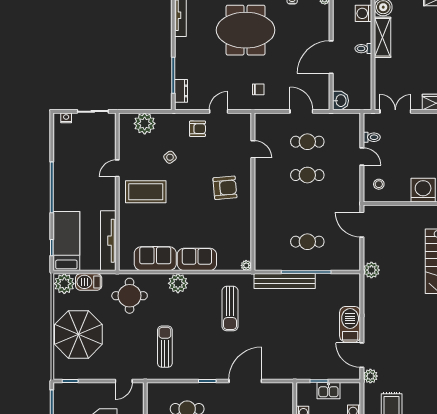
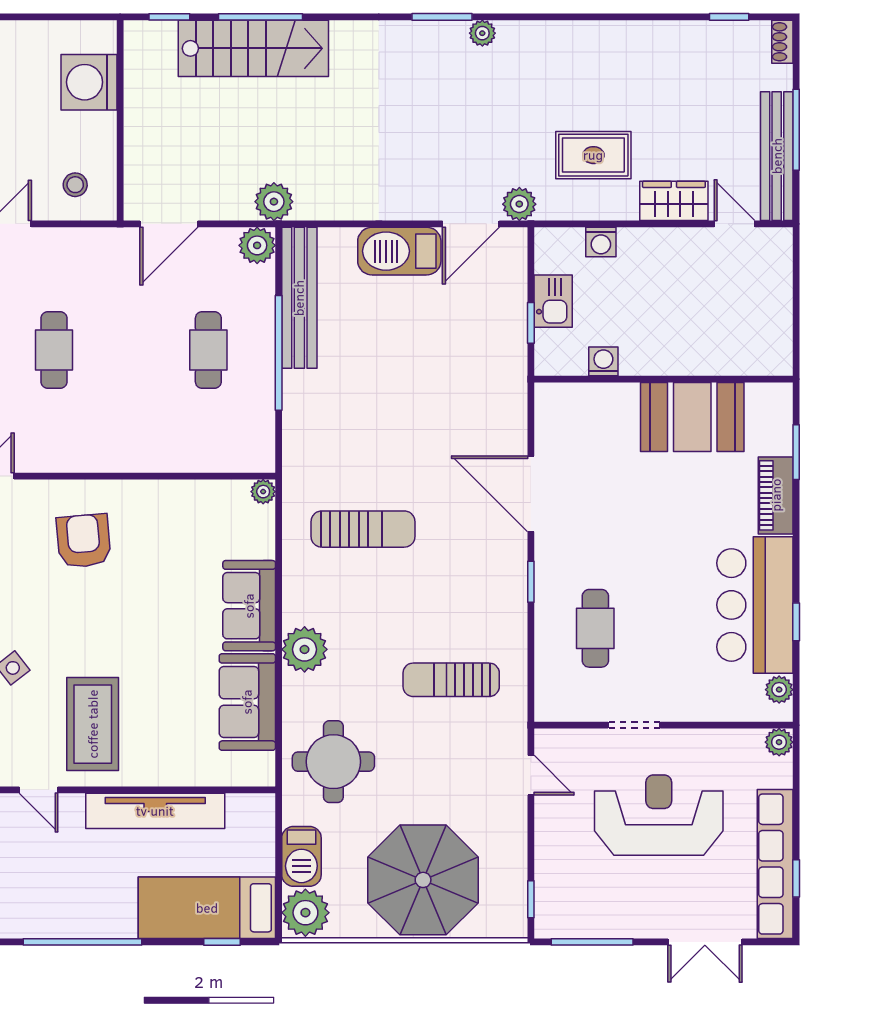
tv unit: (108, 241) -> (155, 811), moved
plant: (353, 263) -> (257, 245), added
bench: (285, 281) -> (299, 298), moved

